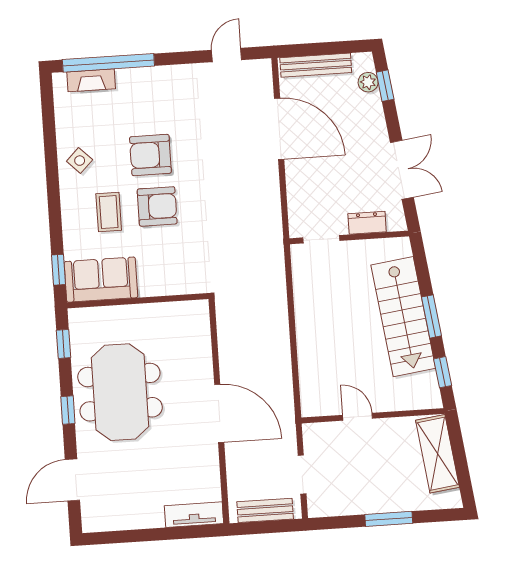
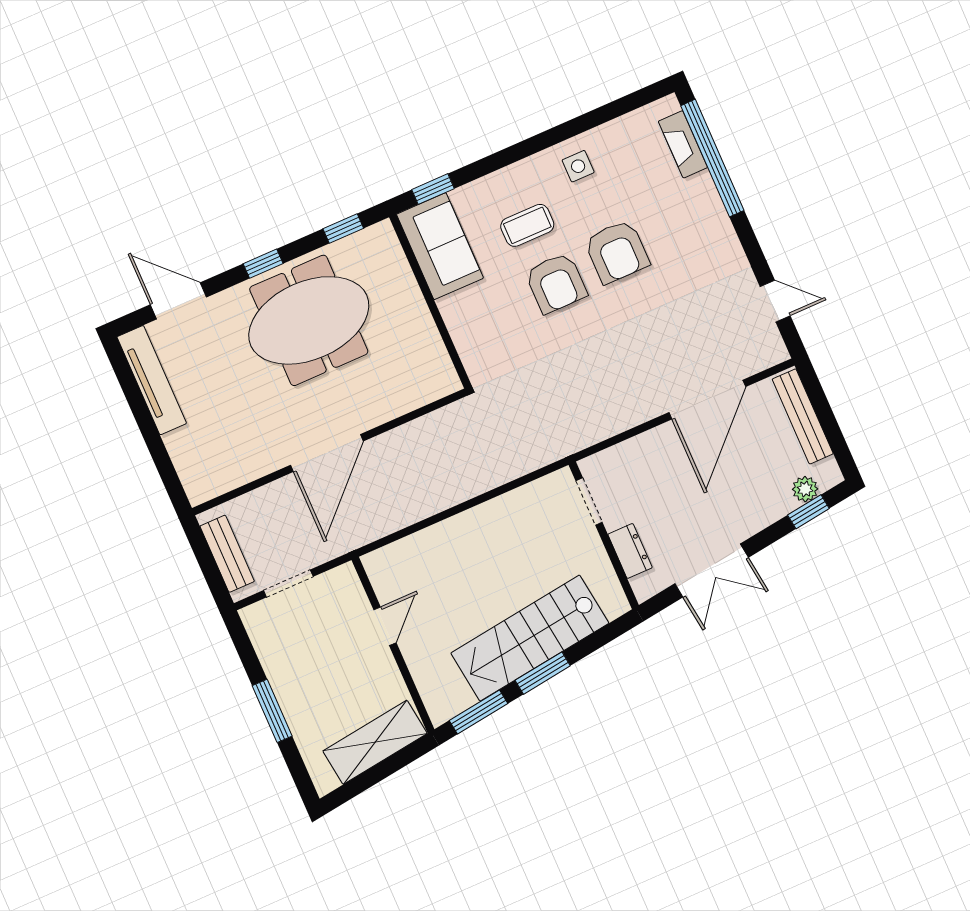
armchair: (150, 155) -> (617, 252), turned 180
side table: (80, 161) -> (578, 166), turned 45
window: (443, 372) -> (478, 712), width x1.50
tv unit: (194, 515) -> (152, 380), moved, width x1.41

